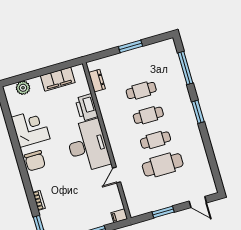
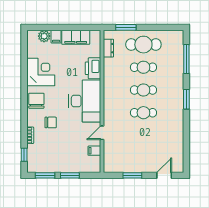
window: (130, 46) -> (126, 27), moved
filing cabinet: (36, 85) -> (56, 37), added
chair: (35, 161) -> (36, 101), turned 180
cafe table: (163, 165) -> (143, 45), moved
chair: (57, 180) -> (51, 122), added
door: (198, 202) -> (164, 175), swing flipped
filing cabinet: (119, 216) -> (94, 151), moved

